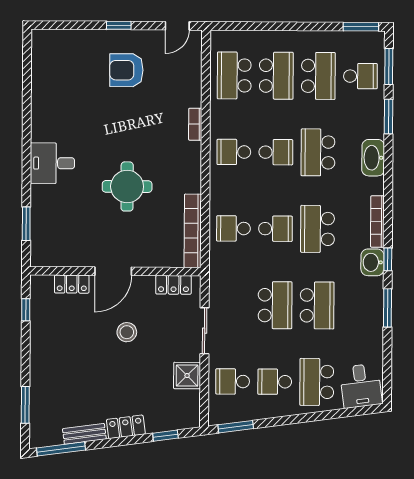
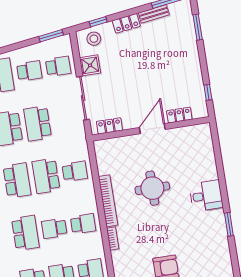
window: (26, 224) -> (229, 224), moved
school desk: (275, 229) -> (46, 176), width x1.85
bookcase: (193, 231) -> (108, 201), moved
sliding door: (205, 331) -> (83, 98), width x1.37
stool: (127, 332) -> (94, 39), moved

